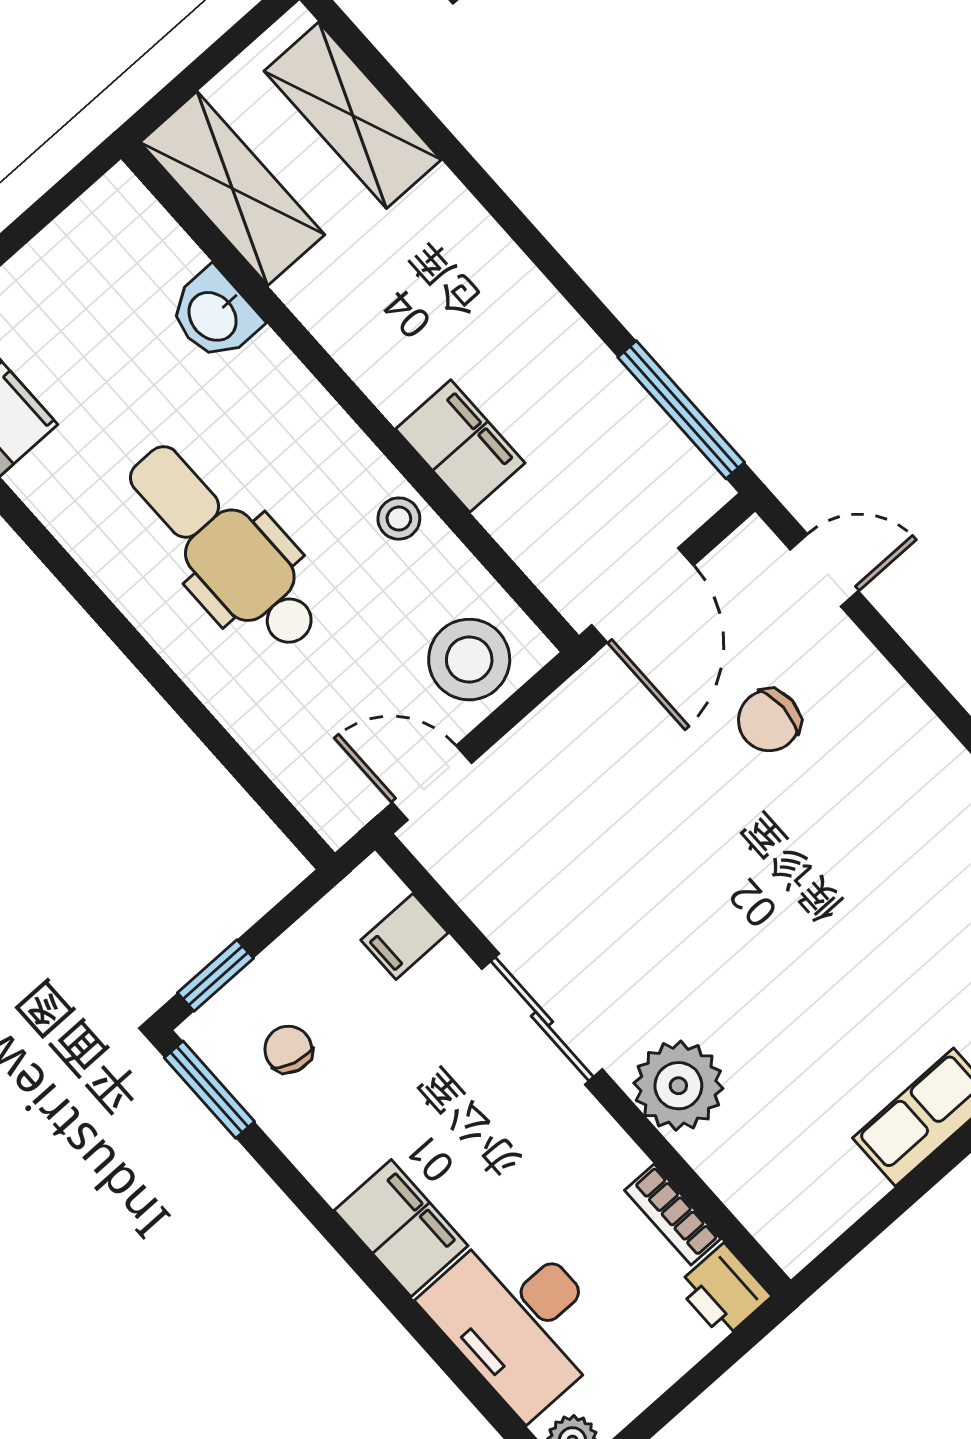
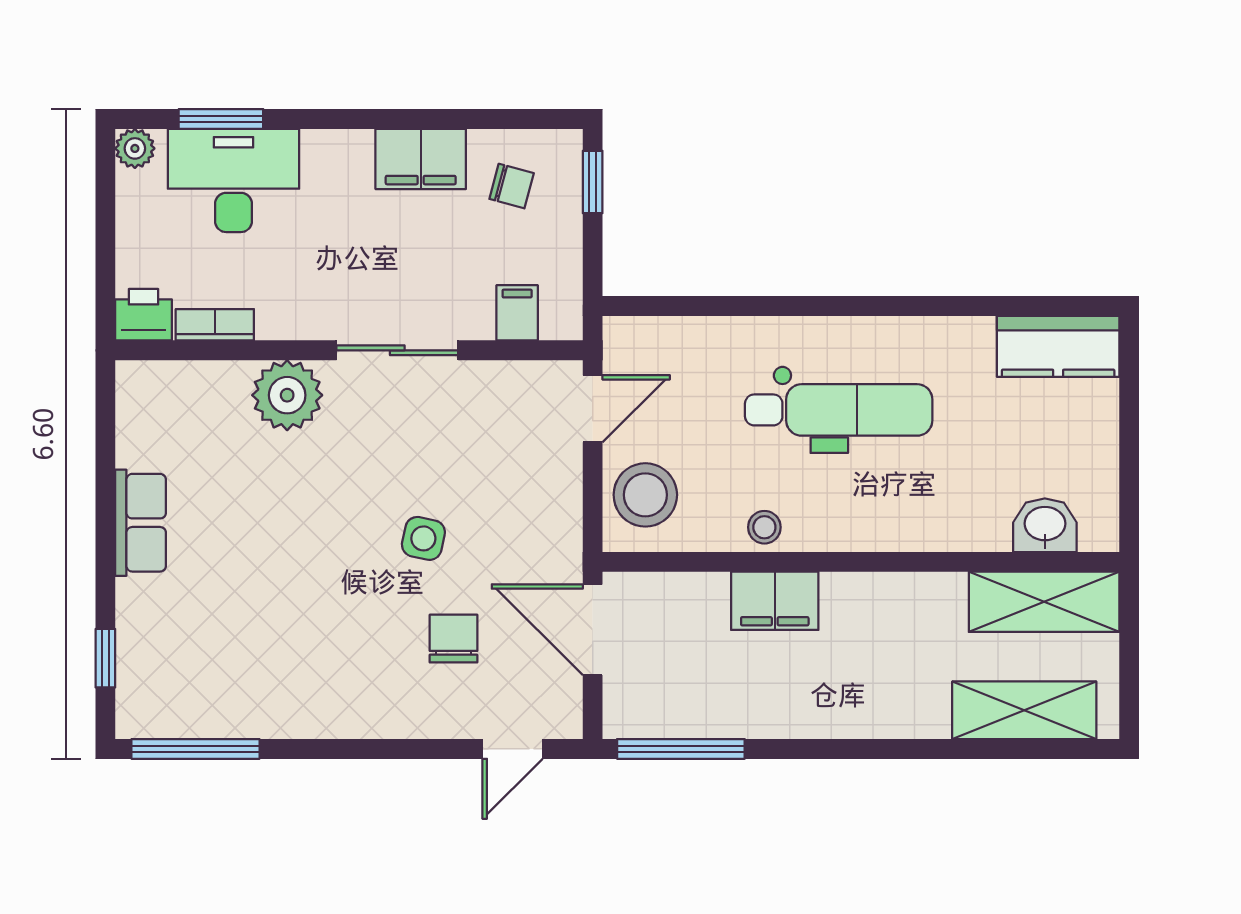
washbasin: (214, 315) -> (1045, 525), moved
side table: (699, 834) -> (423, 538), added
window: (209, 1090) -> (221, 119), moved
filing cabinet: (401, 1228) -> (421, 159), moved

